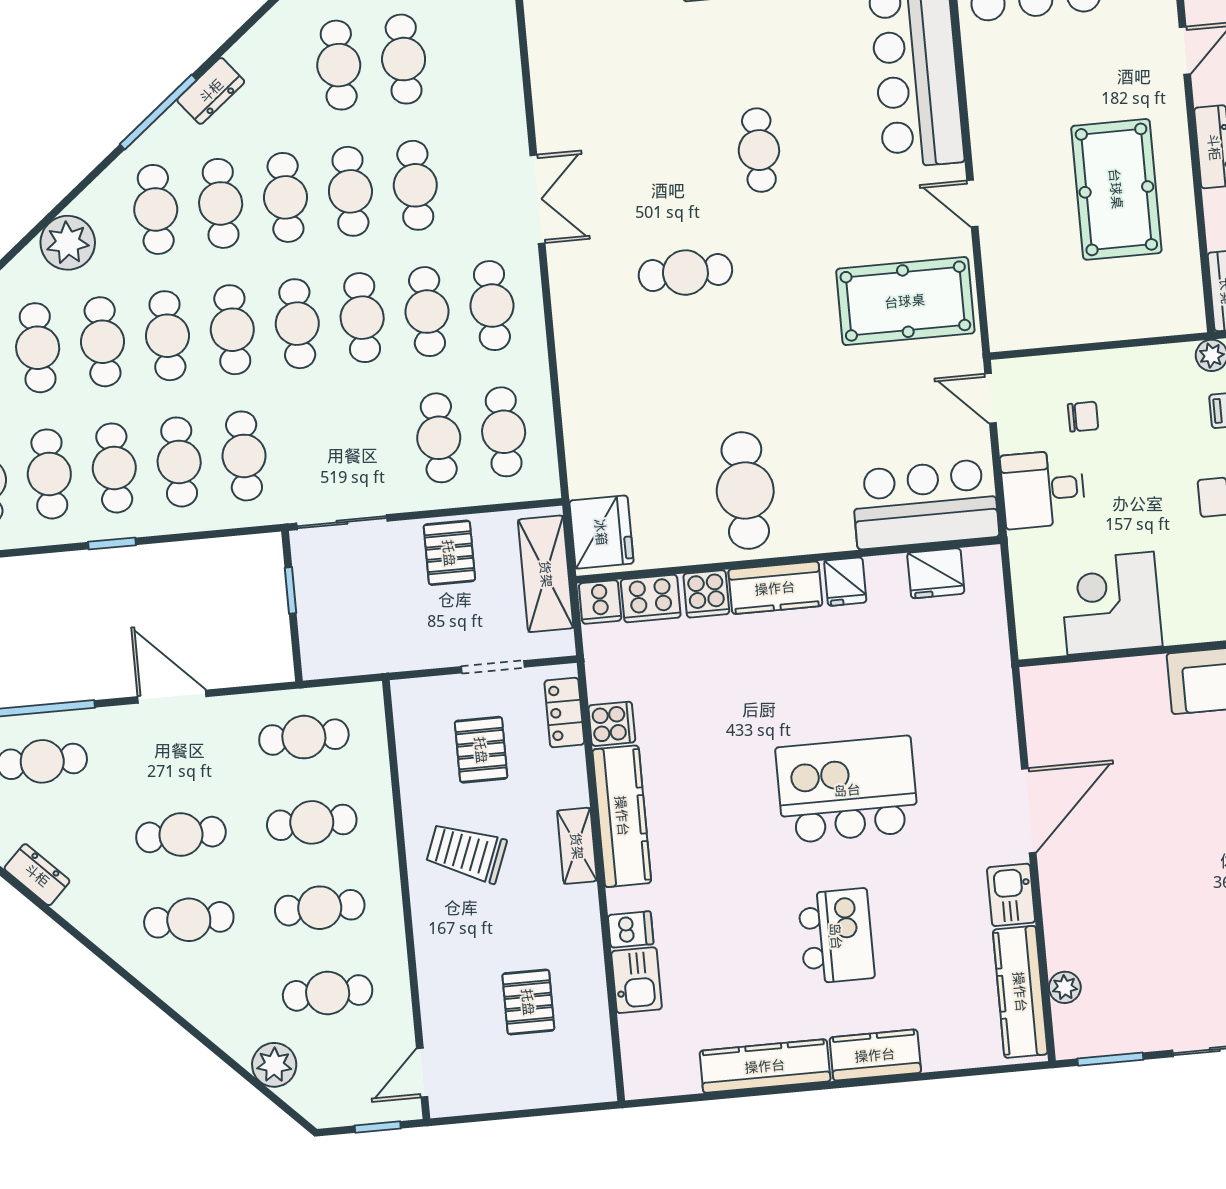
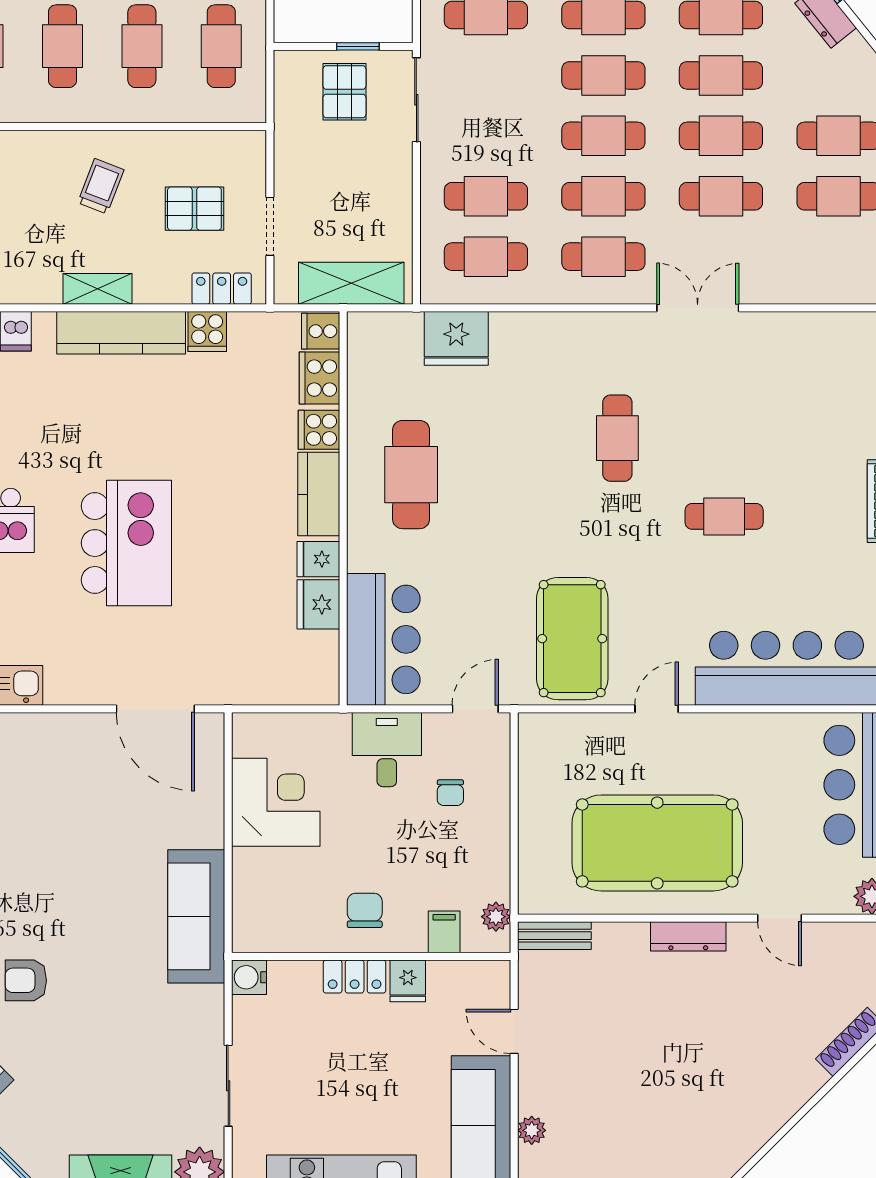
pool table: (1116, 189) -> (657, 843), width x1.36, depth x1.32
double door: (538, 199) -> (698, 308), swing flipped
cafe table: (745, 491) -> (411, 475), turned 90
fridge: (601, 532) -> (456, 338), moved
pallet: (449, 553) -> (344, 92), moved, turned 90
fridge: (936, 573) -> (318, 604), moved
door: (1029, 811) -> (155, 709), moved
trolley: (466, 853) -> (101, 186), width x0.73, depth x0.72

